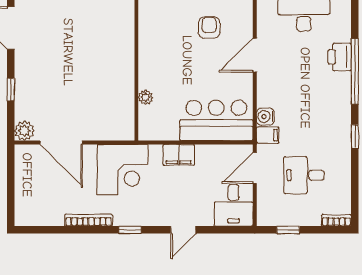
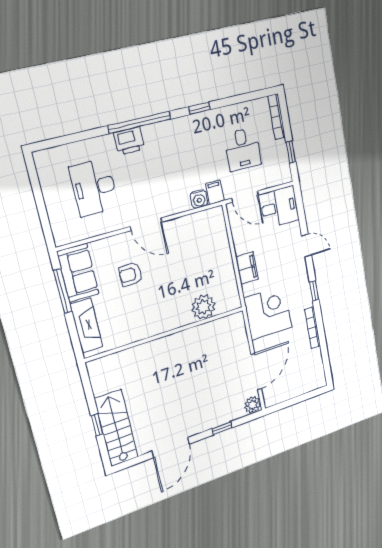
plant: (146, 97) -> (204, 307), width x1.87, depth x1.87
bar counter: (216, 120) -> (211, 243), removed
bookcase: (336, 220) -> (277, 117), width x1.56

